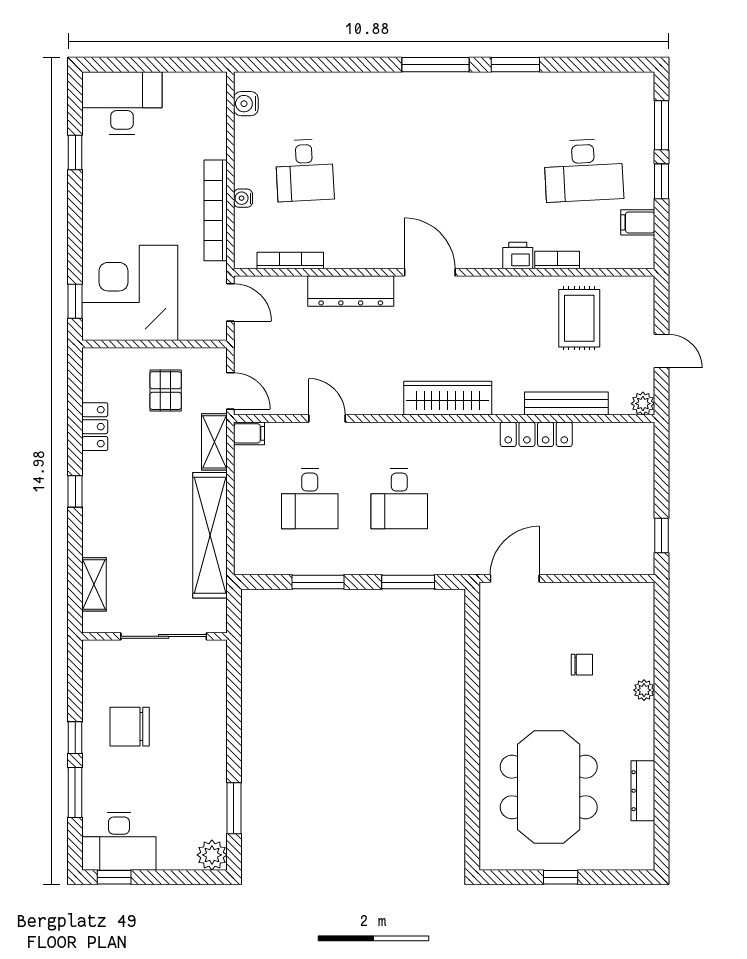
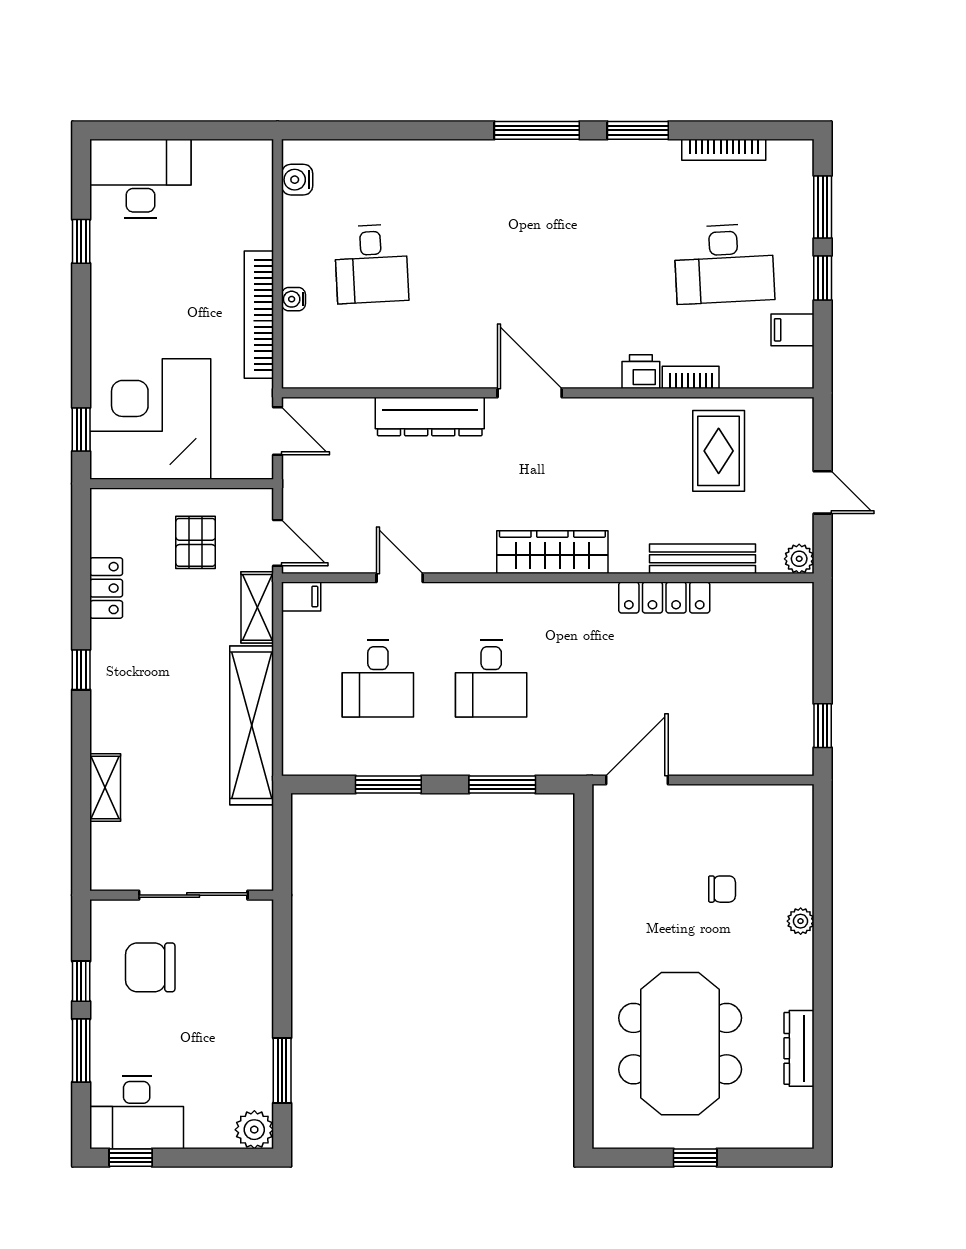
bookcase: (290, 261) -> (724, 150), moved, turned 180
wall: (155, 636) -> (182, 895), moved
sliding door: (164, 636) -> (193, 895), moved

